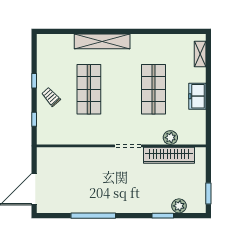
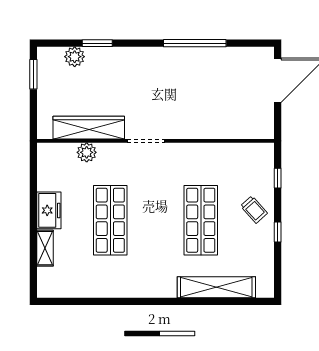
shelving: (102, 41) -> (216, 287), moved
shelving: (200, 54) -> (45, 248), moved

